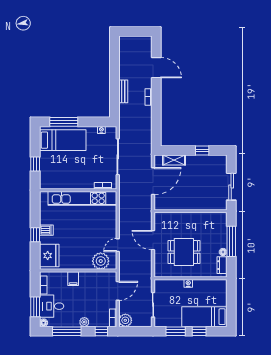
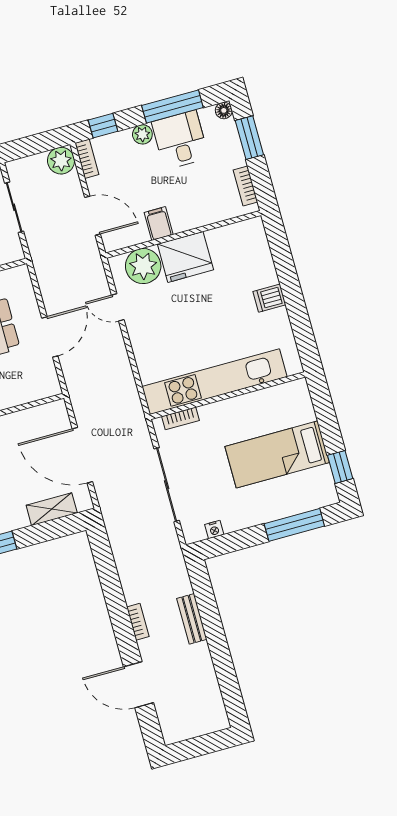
bed: (63, 140) -> (277, 454), moved
window: (35, 164) -> (340, 467), moved
door: (153, 181) -> (82, 455), hinge flipped
window: (35, 235) -> (289, 282), removed
door: (153, 240) -> (50, 337), hinge flipped
door: (118, 245) -> (118, 307), swing flipped
fridge: (49, 256) -> (185, 257), moved, turned -90
filing cabinet: (73, 279) -> (159, 224), moved
door: (118, 291) -> (93, 216), swing flipped
desk: (52, 306) -> (180, 140), moved, turned -90

